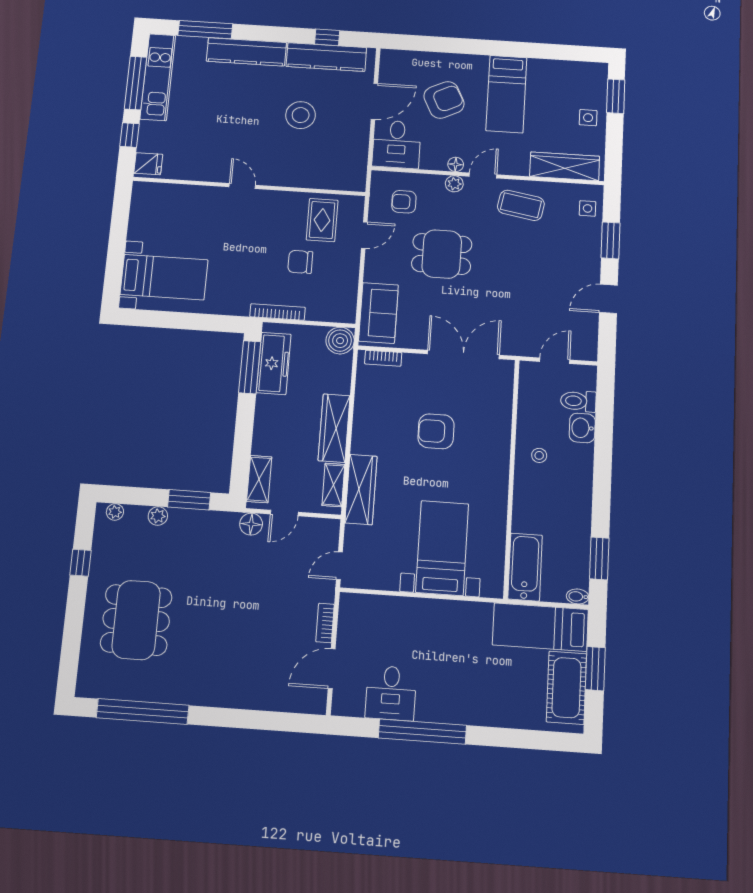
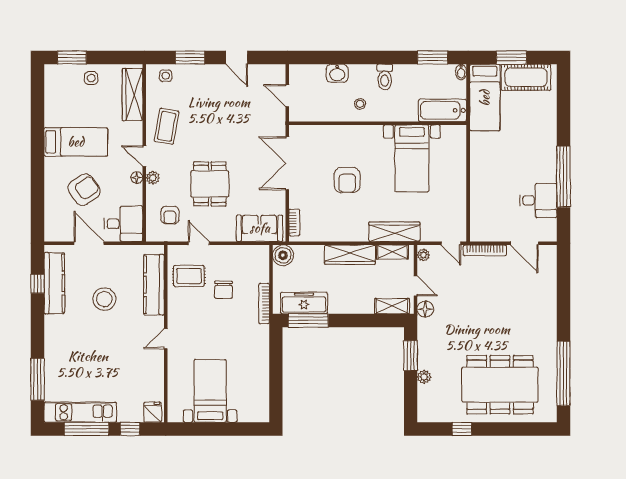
kitchen counter: (246, 52) -> (154, 285), moved, turned 180
armchair: (444, 100) -> (84, 190), turned 81
bed with nightstands: (164, 277) -> (210, 391), moved
toilet: (578, 401) -> (385, 77), moved
plant: (115, 512) -> (423, 255), moved
bed with nightstands: (442, 548) -> (412, 158), moved, turned -90
dining table: (136, 620) -> (500, 385), width x1.36, depth x1.24
bookcase: (325, 623) -> (485, 250), width x1.56

